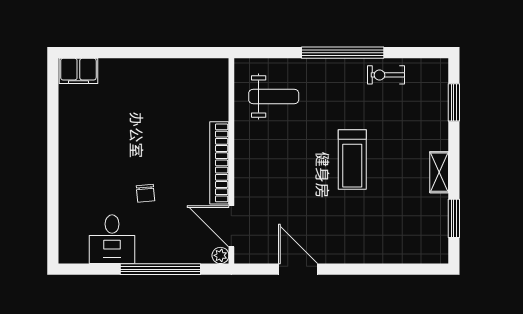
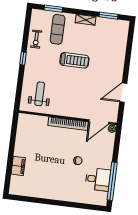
window: (343, 53) -> (23, 59), width x0.32
filing cabinet: (78, 71) -> (18, 166), moved
exercise mat: (412, 117) -> (58, 29), added
window: (160, 269) -> (112, 181), moved

